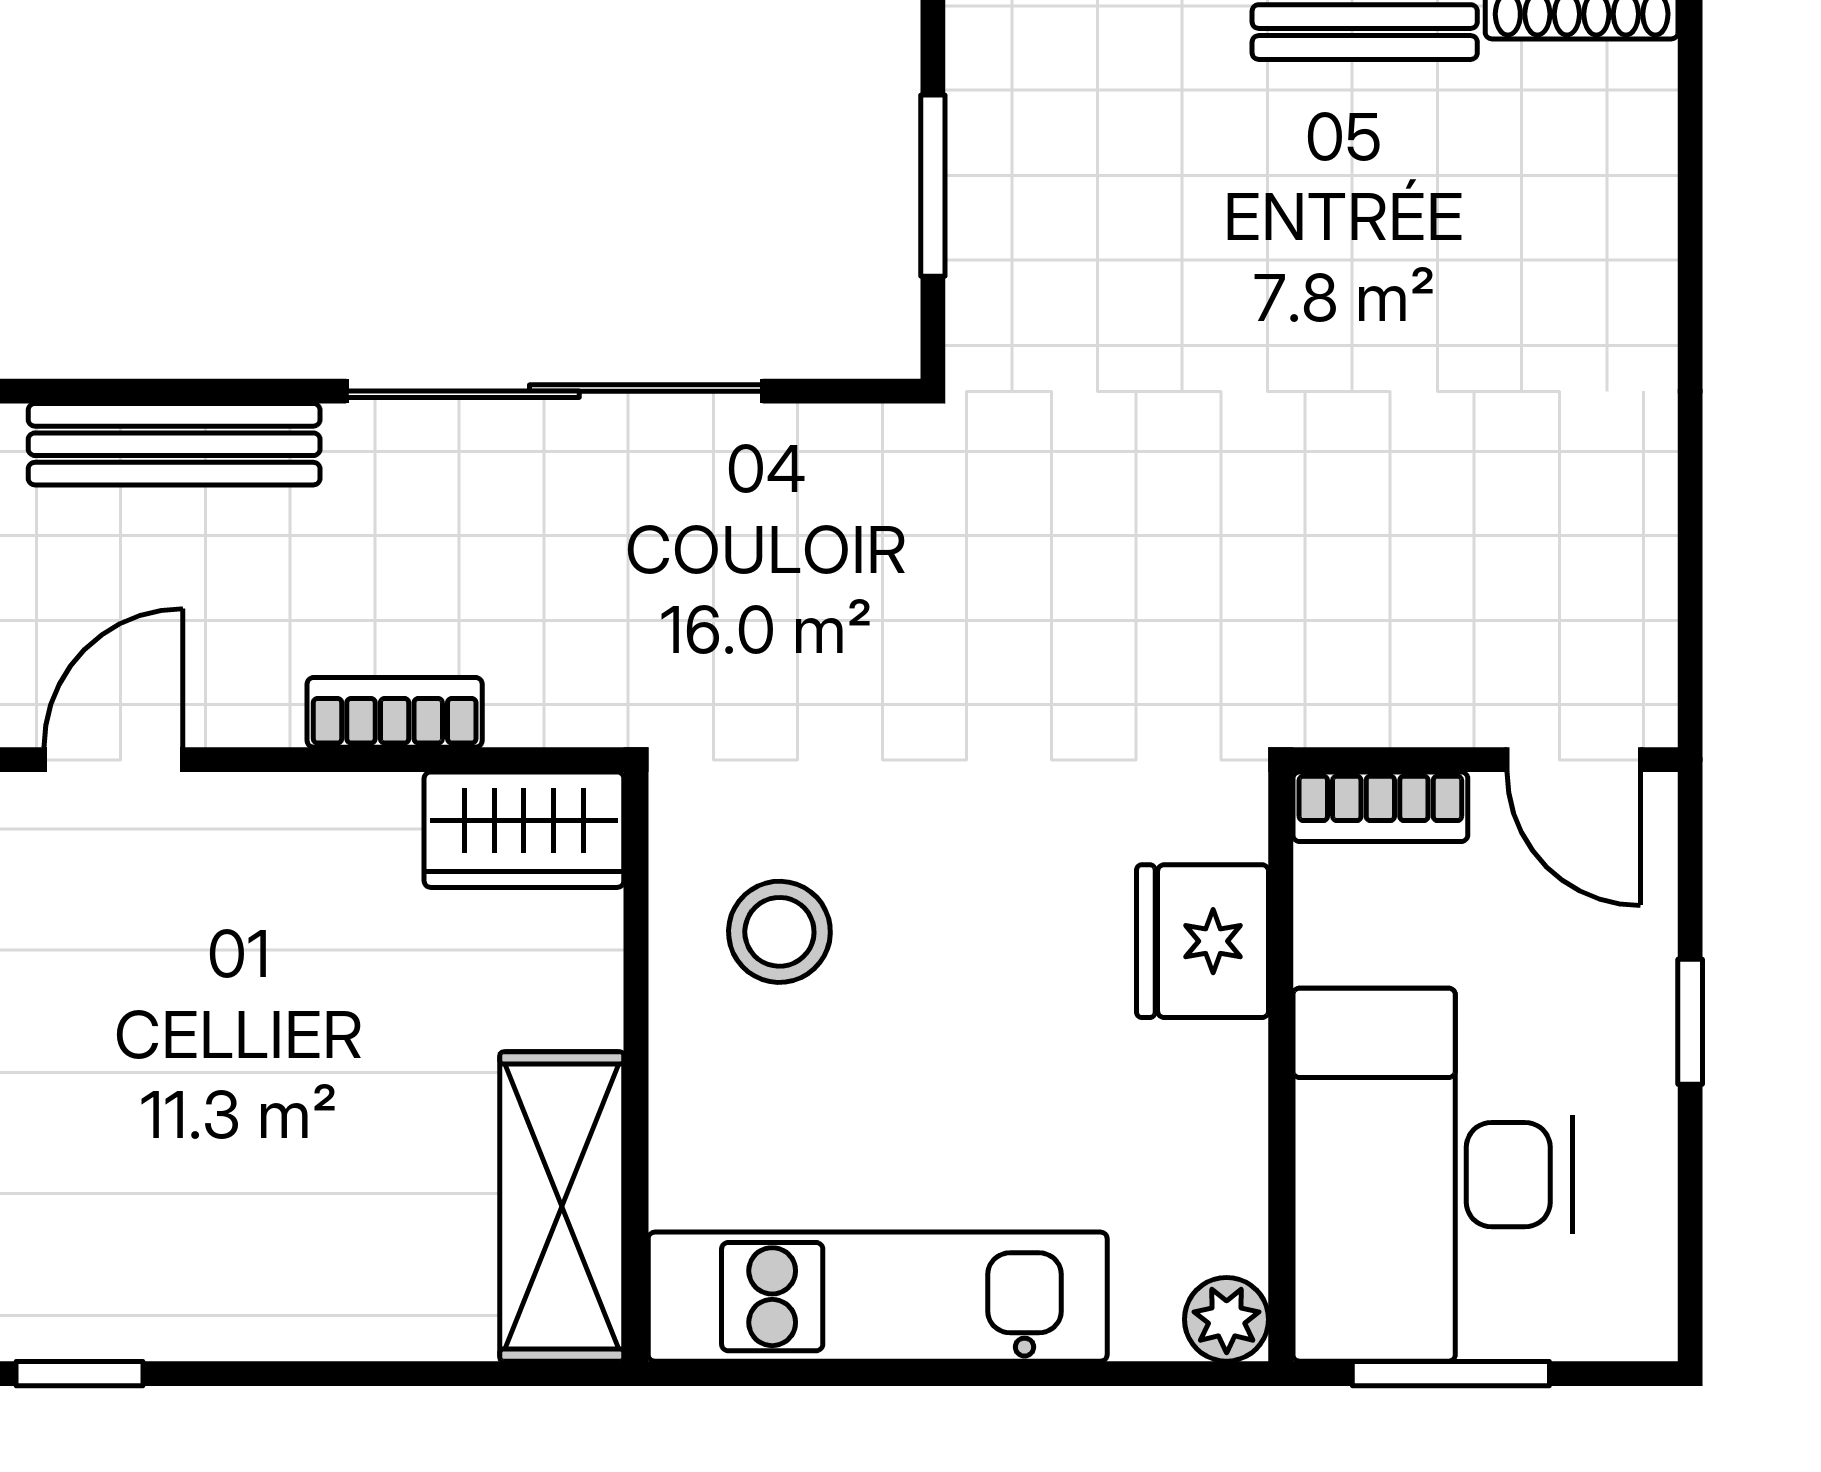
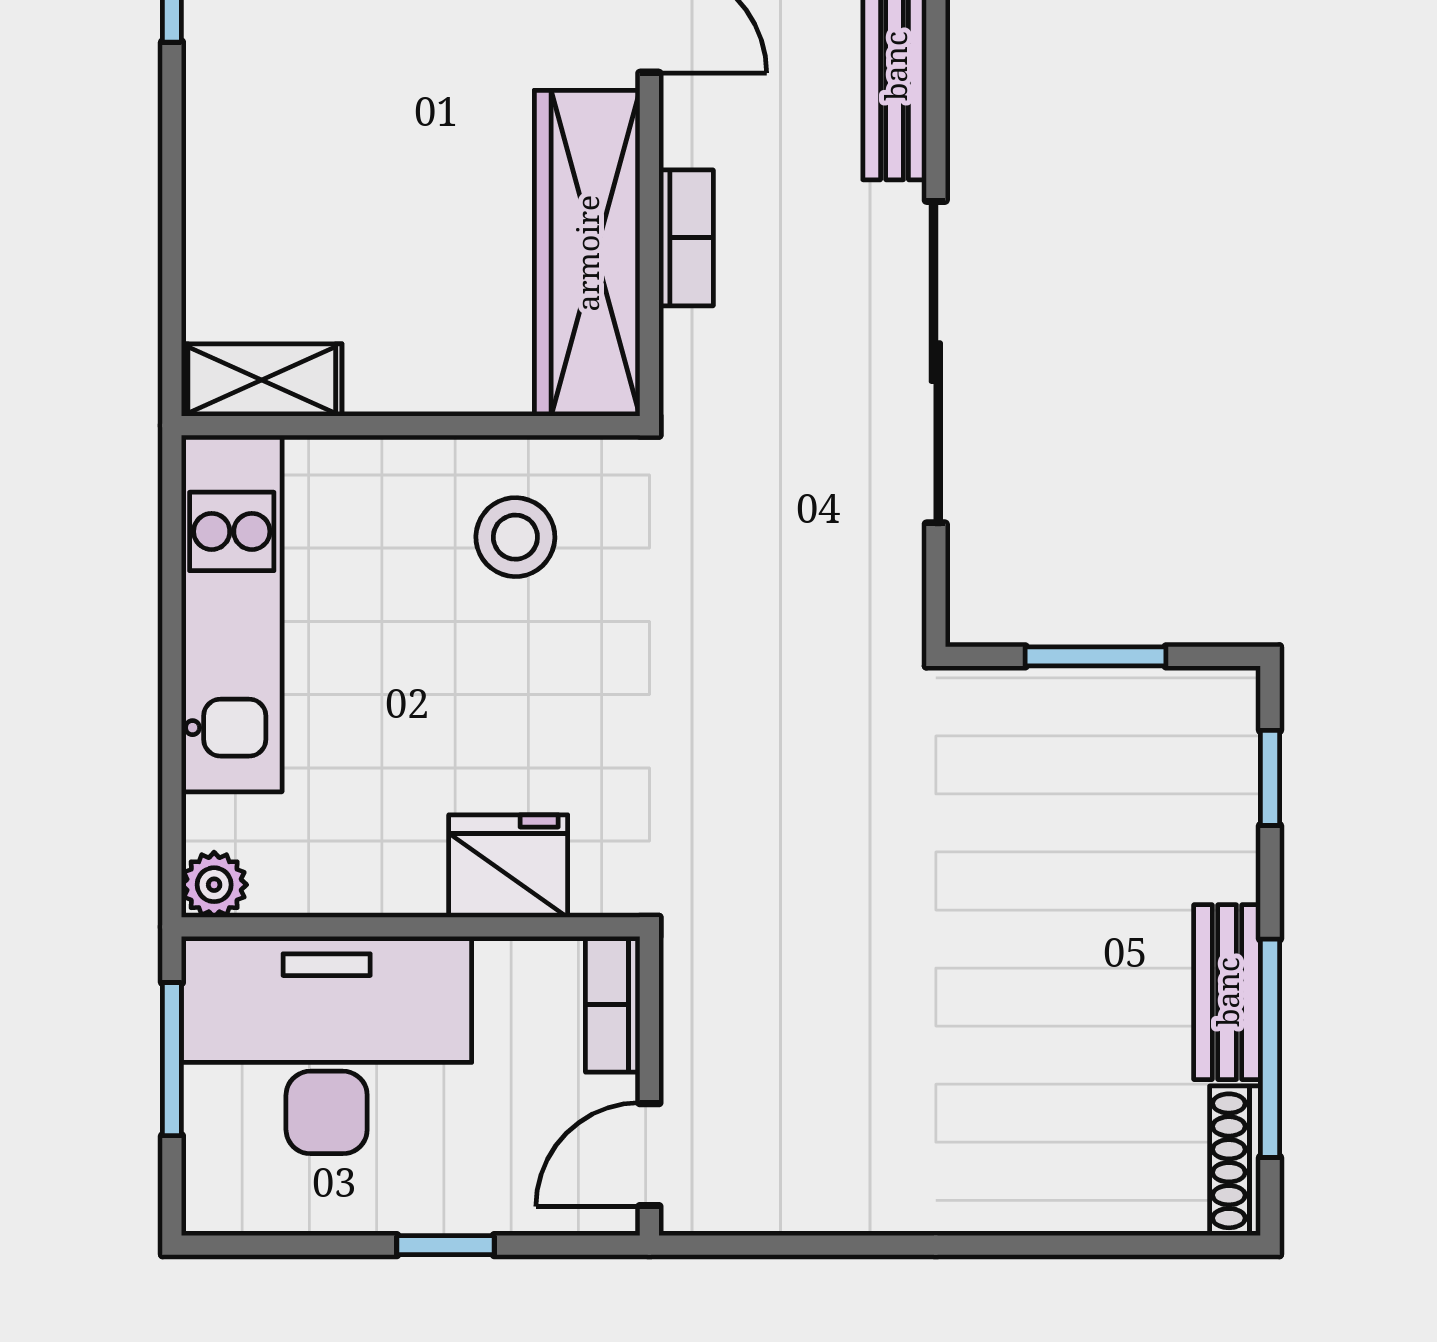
wardrobe: (524, 830) -> (587, 253), width x2.10, depth x1.17
shelving: (562, 1207) -> (262, 380), width x0.67, depth x0.75

